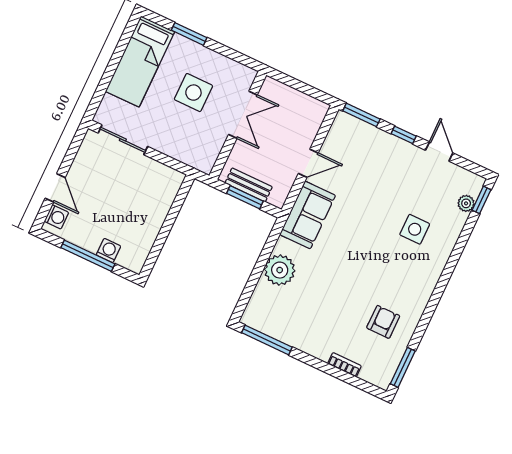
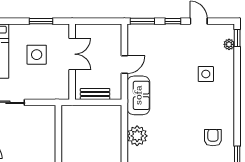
window: (189, 34) -> (41, 21), moved
window: (245, 197) -> (96, 102), removed

